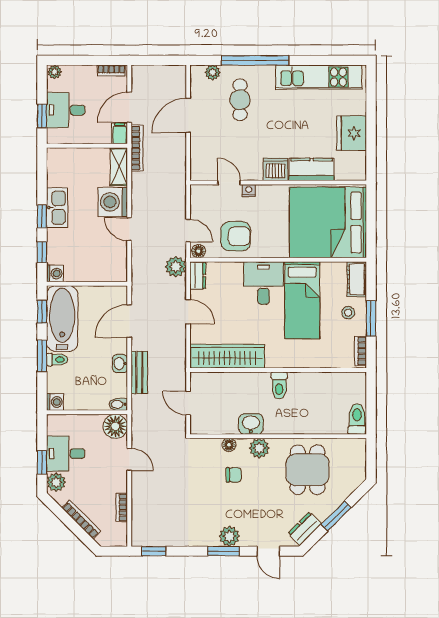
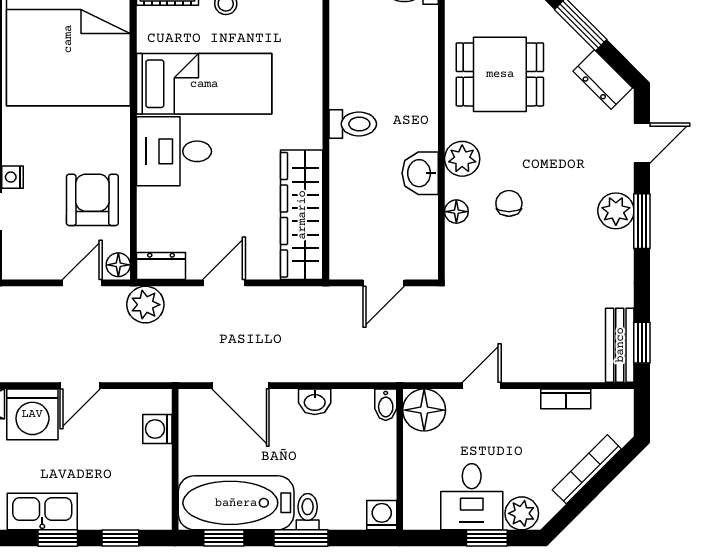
washing machine: (55, 273) -> (157, 429), moved, turned -90
bench: (139, 372) -> (620, 345), moved, turned 90

